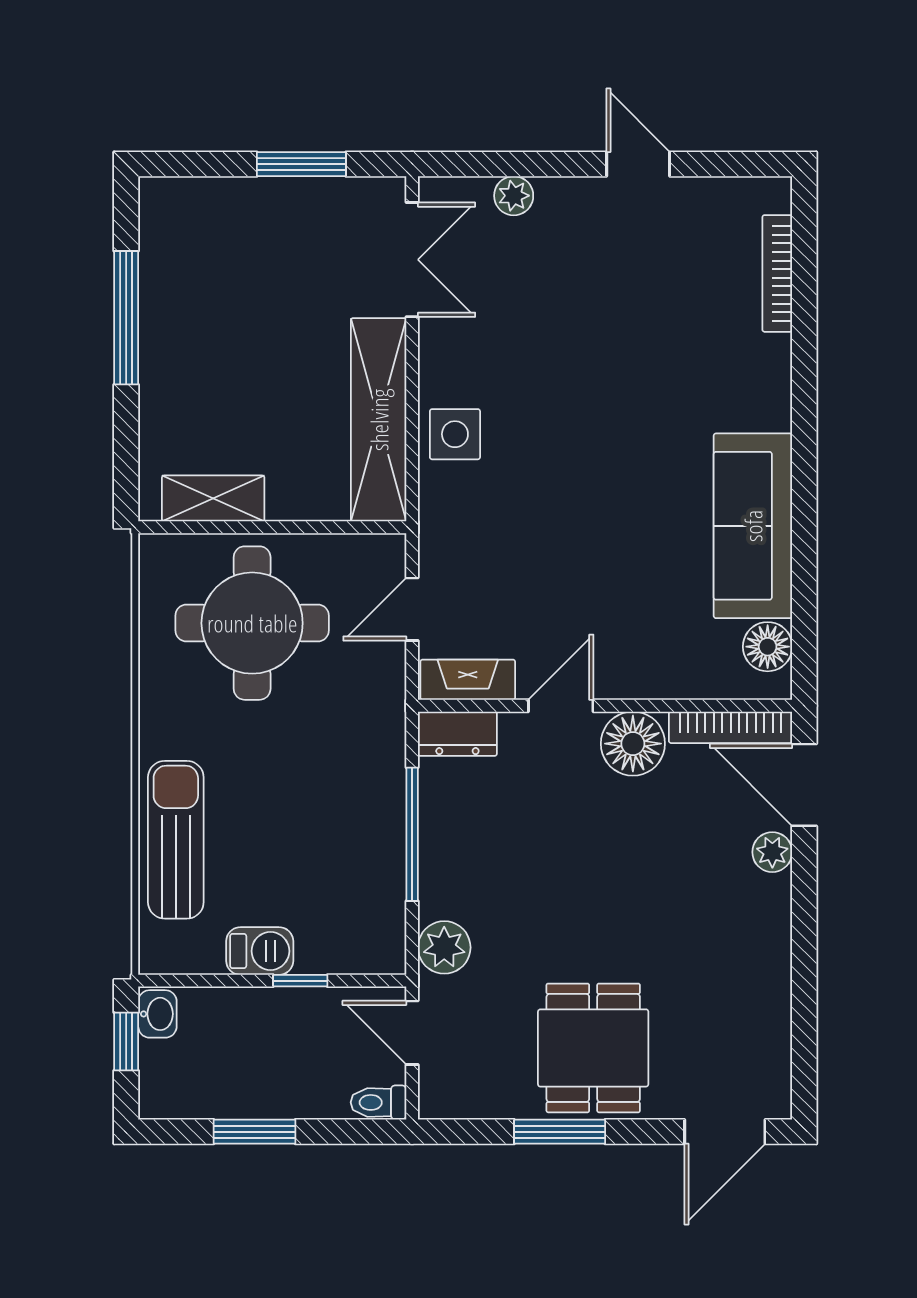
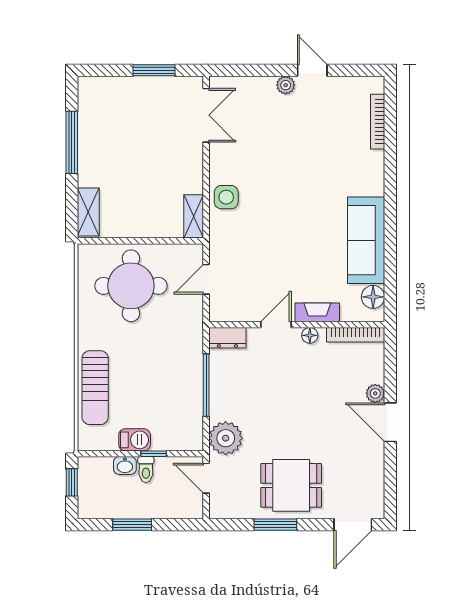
plant: (514, 196) -> (286, 85), moved
shelving: (379, 420) -> (194, 216), width x0.45, depth x0.75
shelving: (213, 498) -> (88, 212), moved, turned 90
fireplace: (468, 680) -> (317, 312), moved
floor lamp: (633, 744) -> (310, 335), width x0.53, depth x0.53
door: (804, 785) -> (390, 422), moved
sun lounger: (176, 840) -> (95, 388), turned 180
plant: (444, 947) -> (226, 438), width x1.36, depth x1.36
washbasin: (157, 1014) -> (125, 466), moved, turned 90
dining table: (593, 1048) -> (291, 485), turned 90
toilet: (379, 1102) -> (146, 470), moved, turned -90

